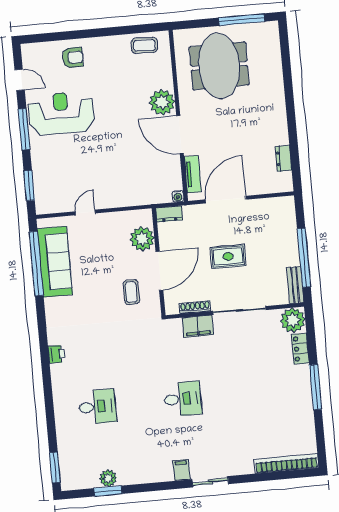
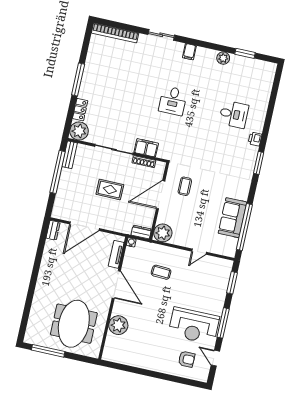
coffee table: (144, 45) -> (161, 272), moved
armchair: (73, 58) -> (187, 359), moved, turned 180
plant: (162, 102) -> (118, 325), moved
dresser: (283, 158) -> (53, 230), moved
door: (226, 200) -> (85, 226), moved
plant: (142, 239) -> (163, 233), moved
sofa: (55, 262) -> (232, 218), width x0.73
printer: (57, 354) -> (255, 139), moved
desk: (183, 399) -> (173, 101), turned -90
desk: (97, 407) -> (234, 114), turned 180
window: (55, 467) -> (259, 163), moved
plant: (108, 478) -> (223, 58), moved
sliding door: (210, 482) -> (161, 35), moved

